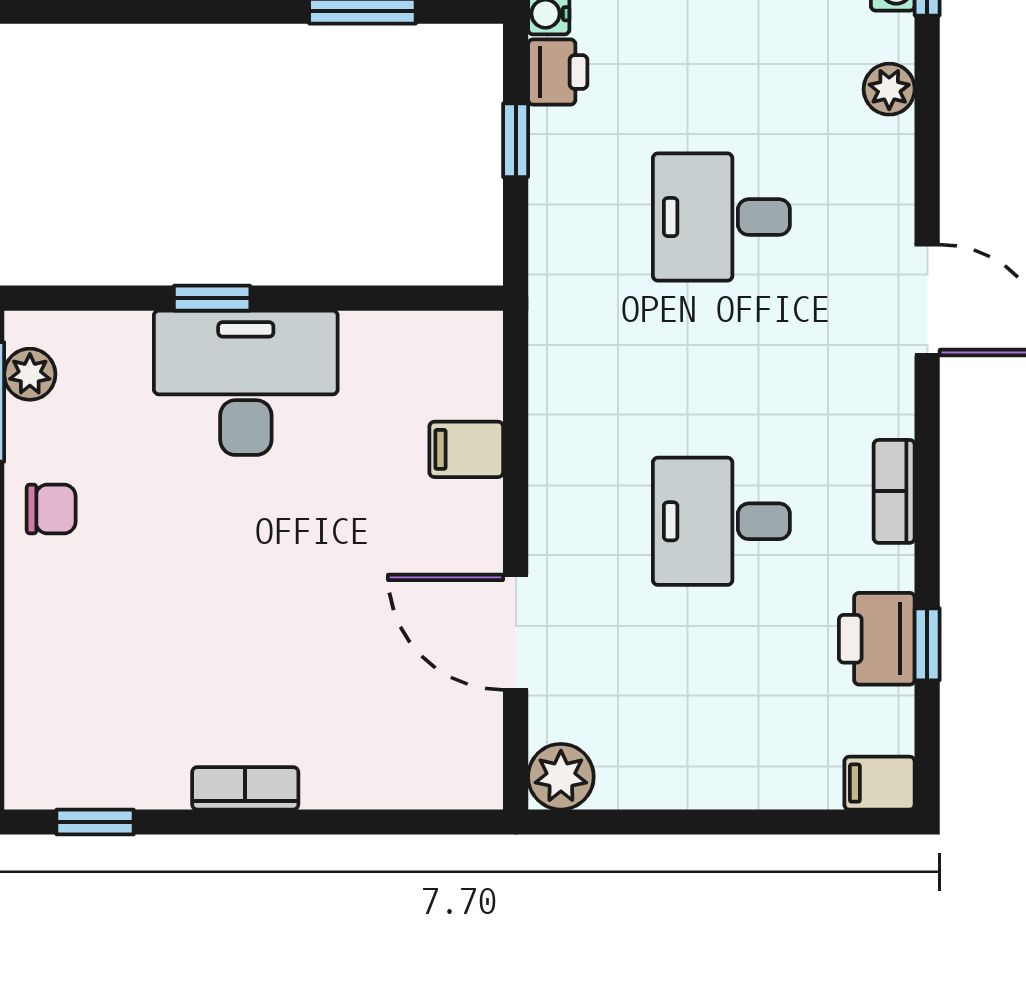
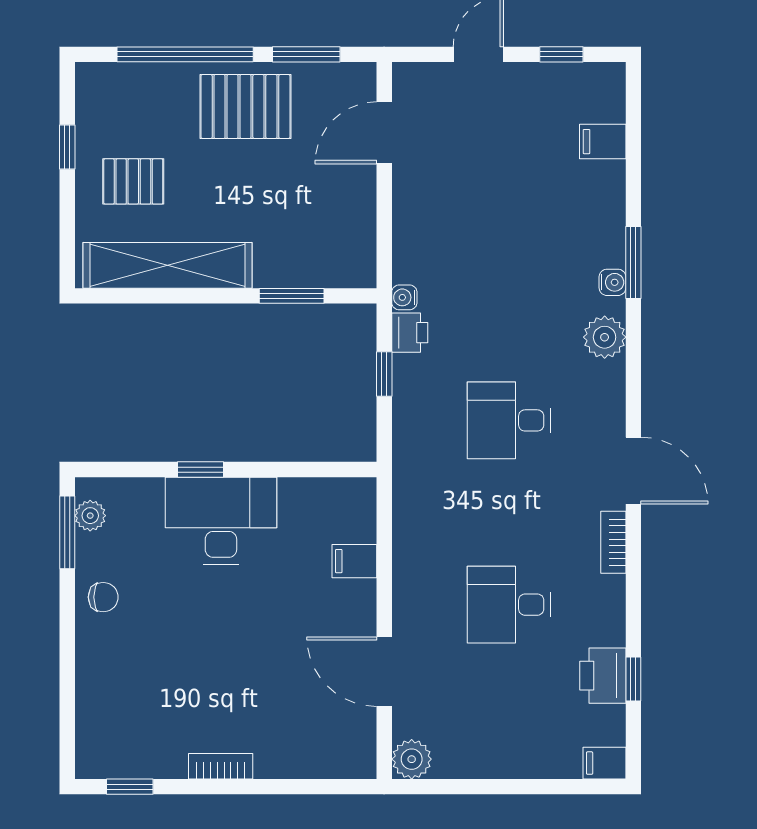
plant: (889, 89) -> (605, 337), width x1.38, depth x1.38
bookcase: (894, 491) -> (613, 542), moved

